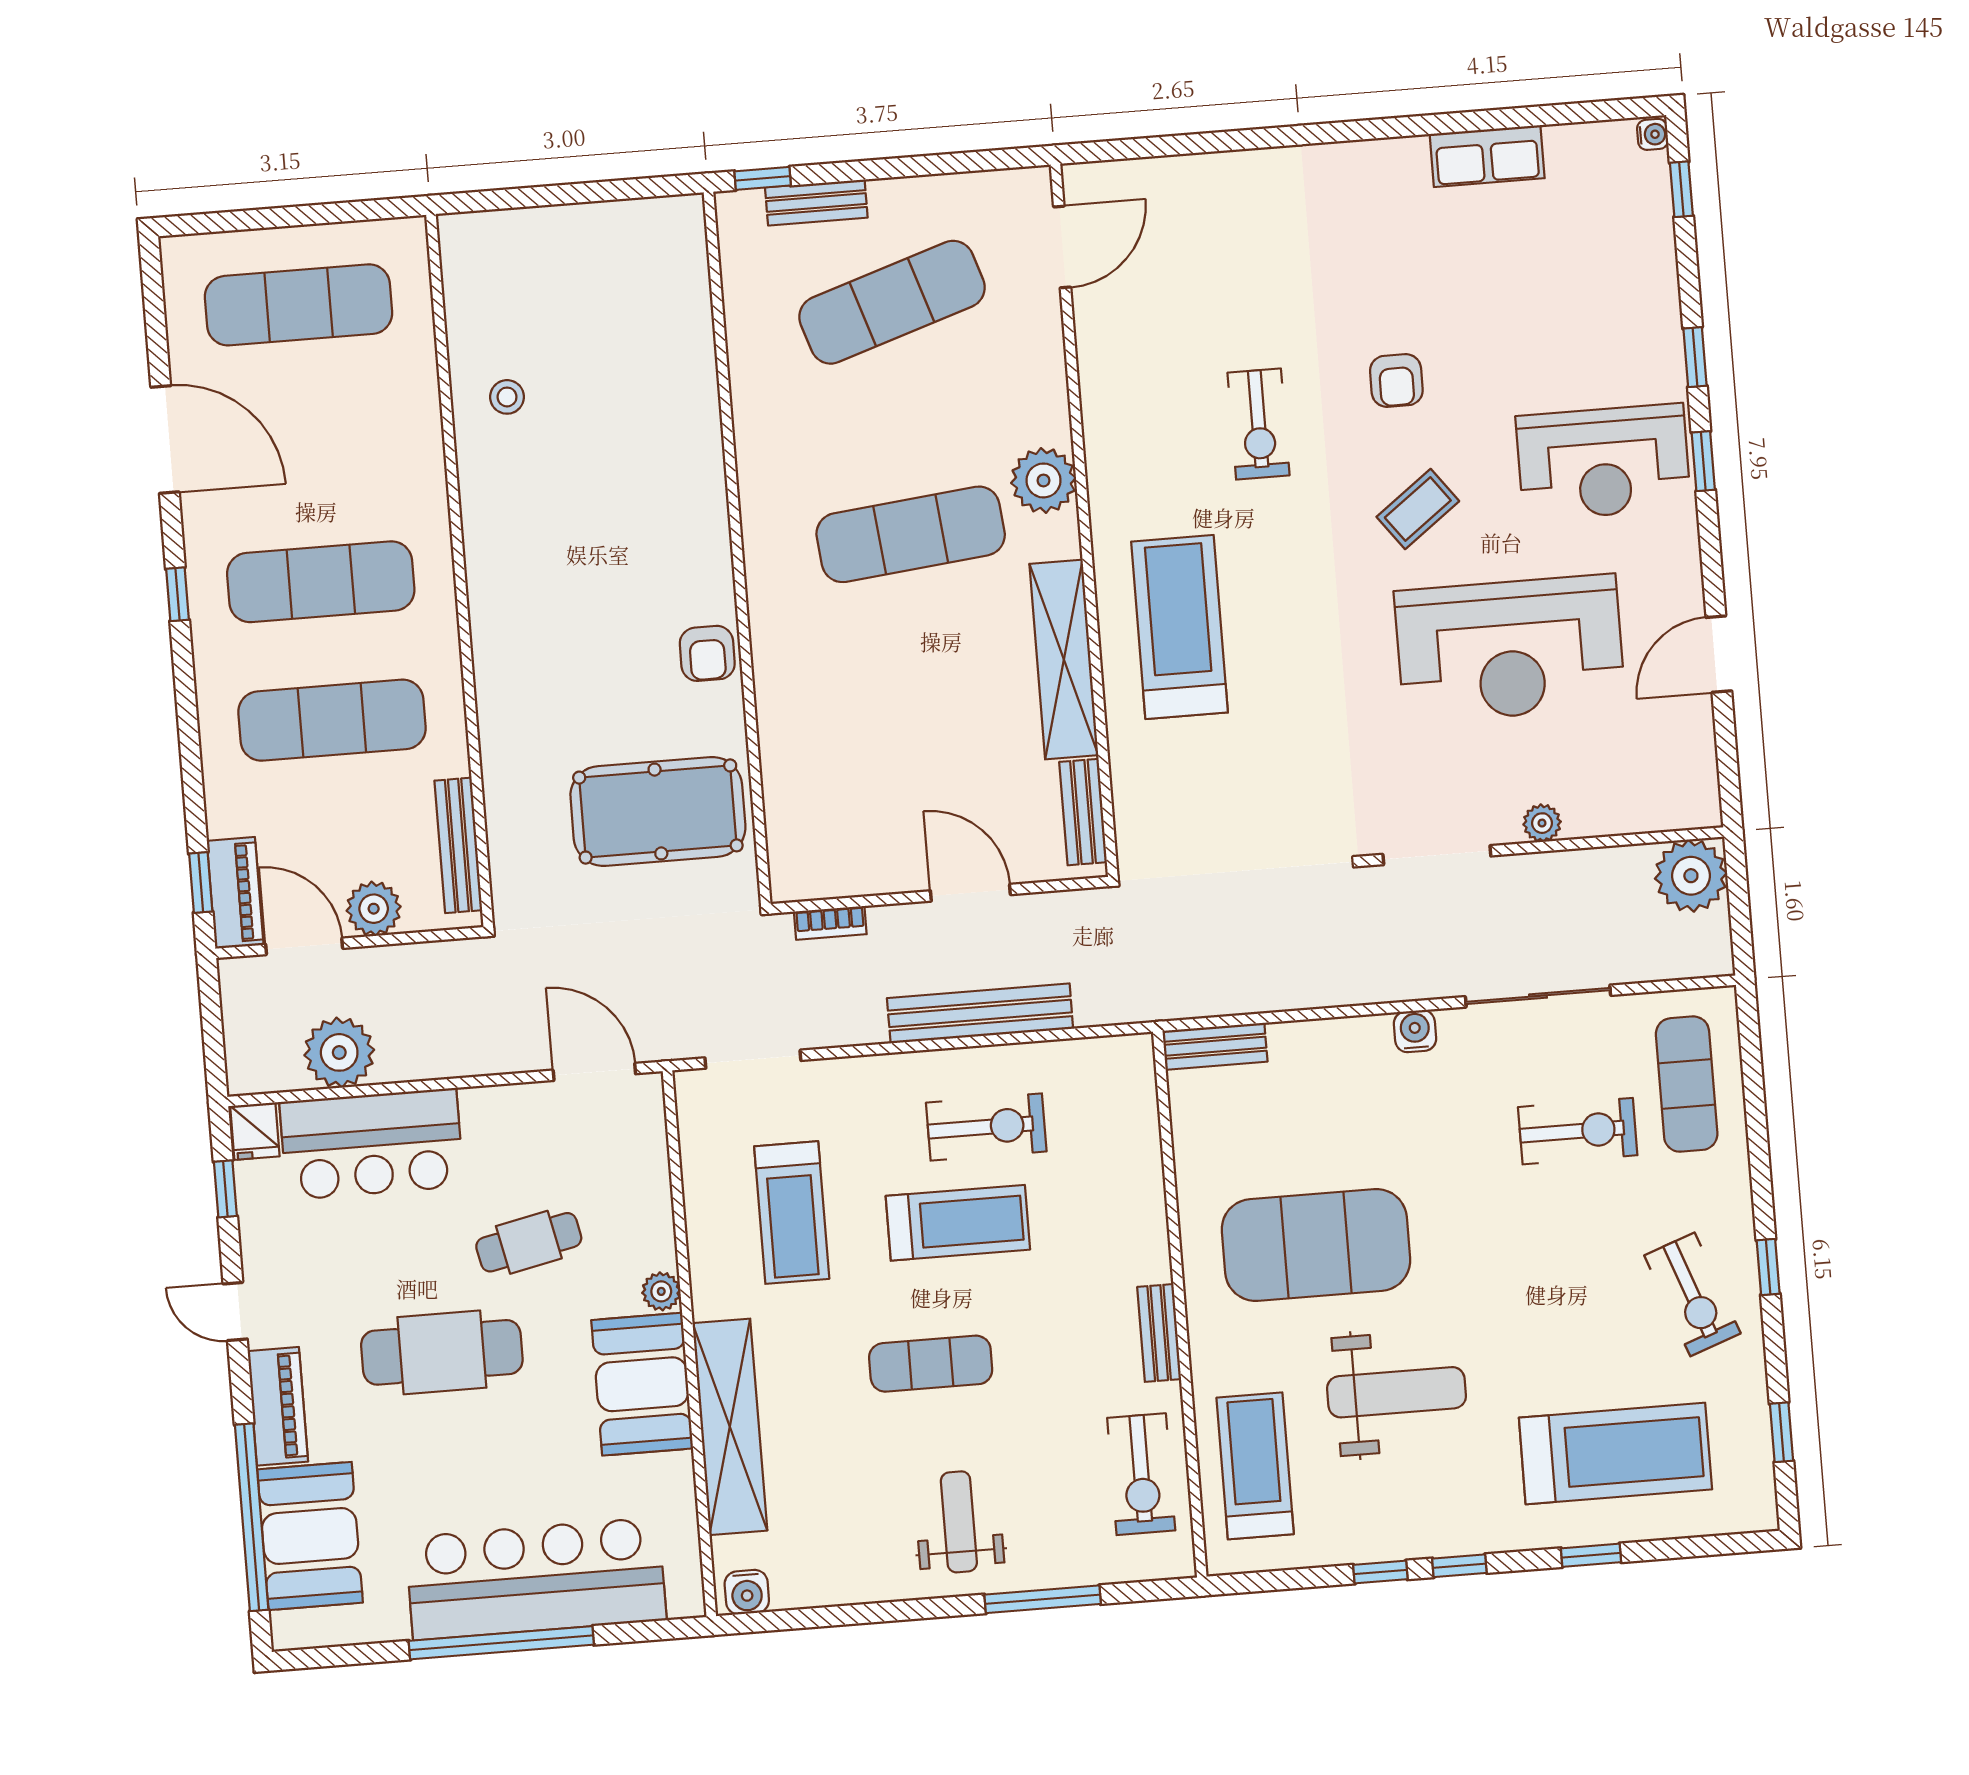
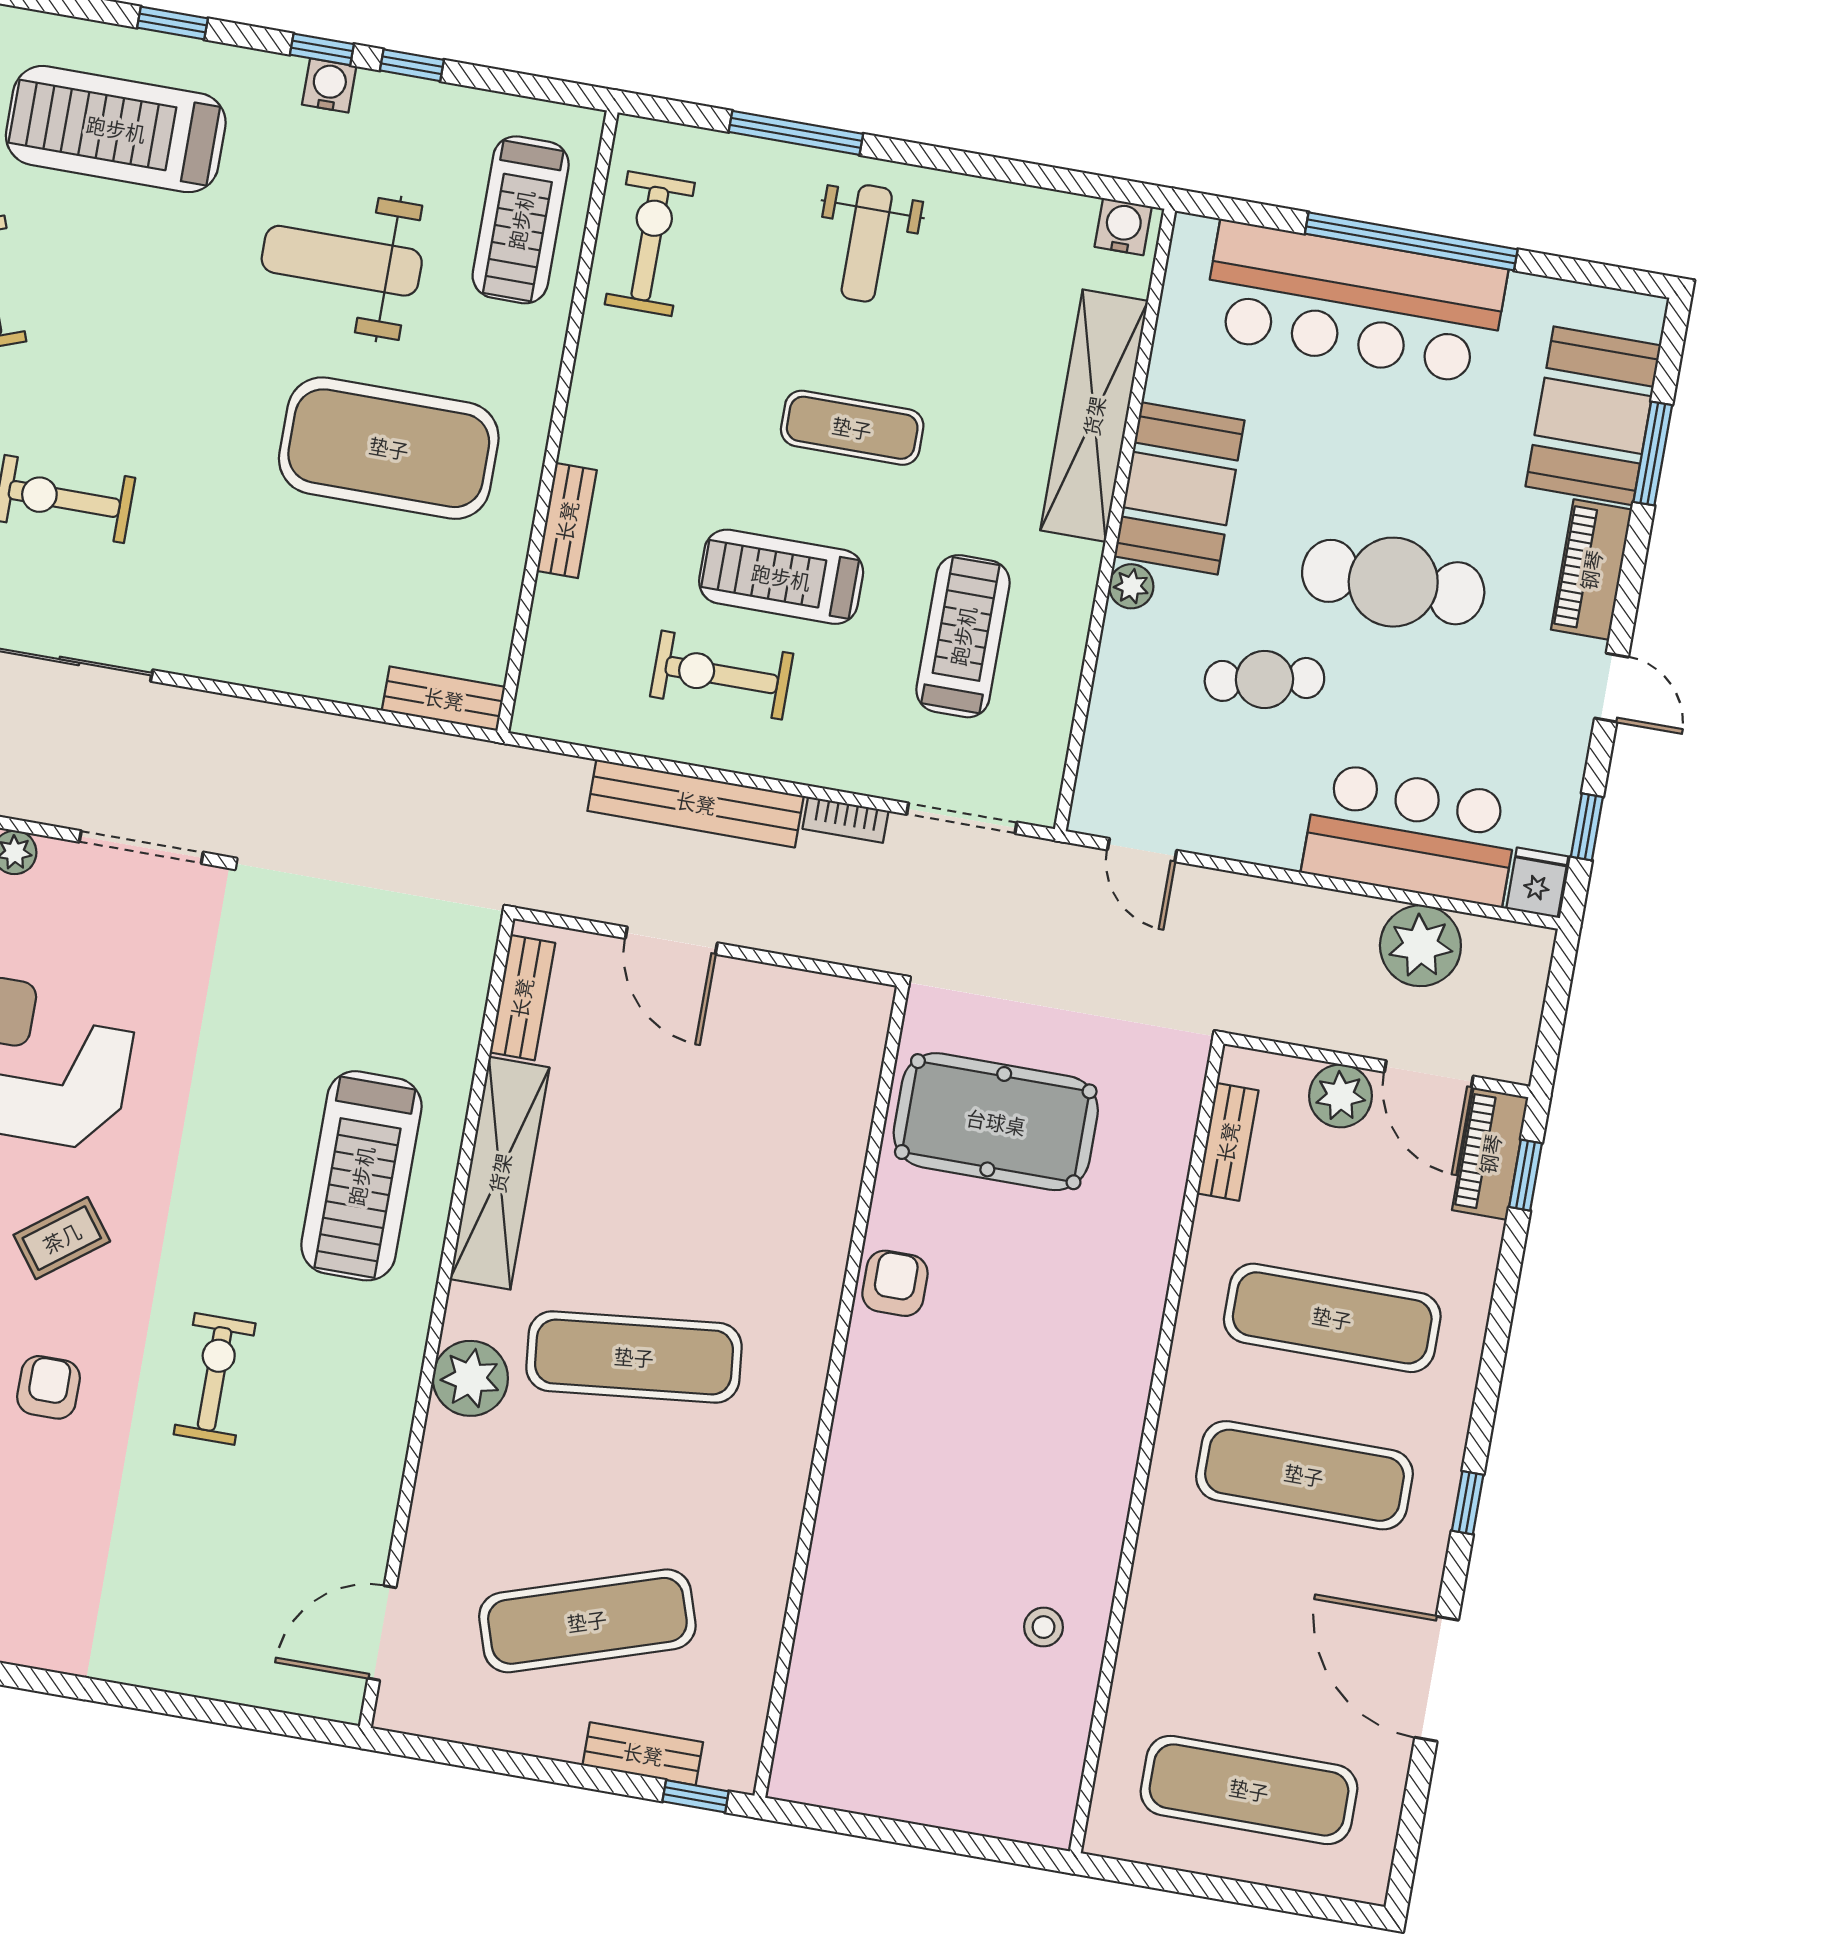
bench: (458, 845) -> (1228, 1142), width x0.73
bookcase: (830, 923) -> (846, 820), moved, turned 180
water cooler: (1415, 1031) -> (329, 85), moved, turned 180
door: (594, 1072) -> (1142, 850), width x0.73
bench: (1159, 1333) -> (567, 521), moved
window: (252, 1517) -> (1653, 453), width x0.47

